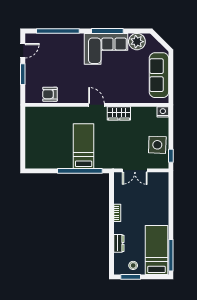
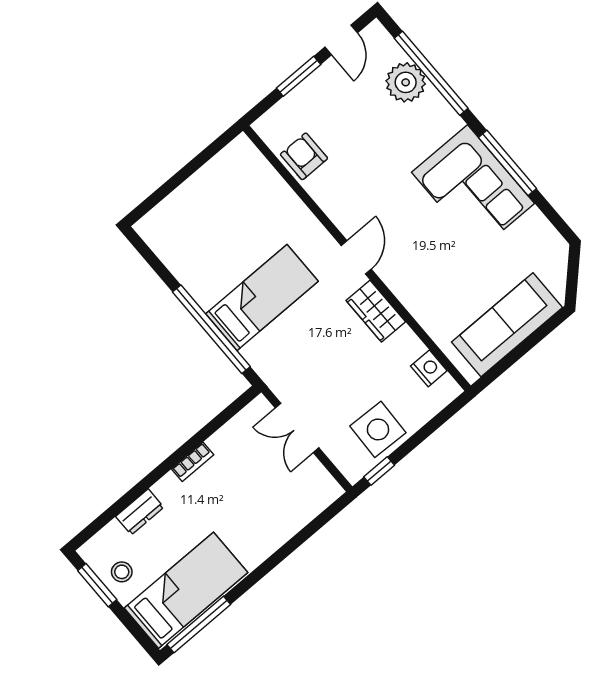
plant: (137, 42) -> (406, 82), moved
door: (23, 51) -> (341, 40), hinge flipped
nightstand: (163, 112) -> (429, 368), moved

